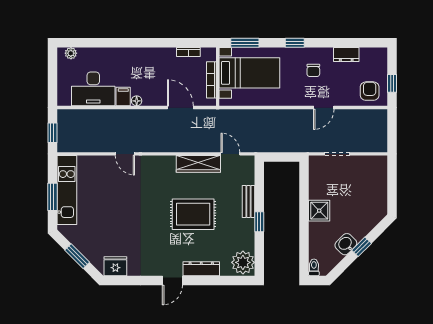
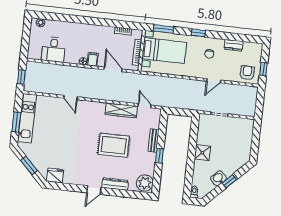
desk: (93, 89) -> (53, 49), width x0.73
filing cabinet: (123, 97) -> (93, 59), moved

